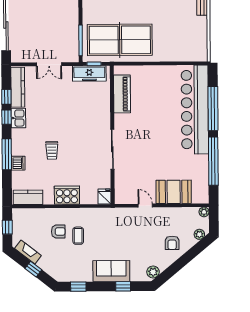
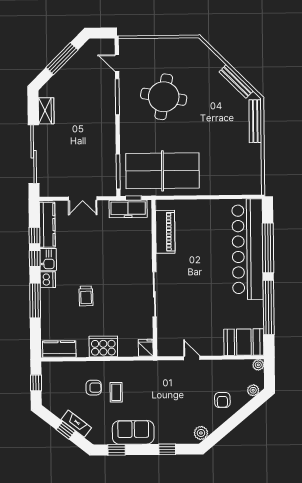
dishwasher: (18, 163) -> (48, 280), moved
booth: (174, 192) -> (244, 342), moved
fireplace: (28, 252) -> (76, 424), moved
sofa: (111, 271) -> (133, 432), moved

